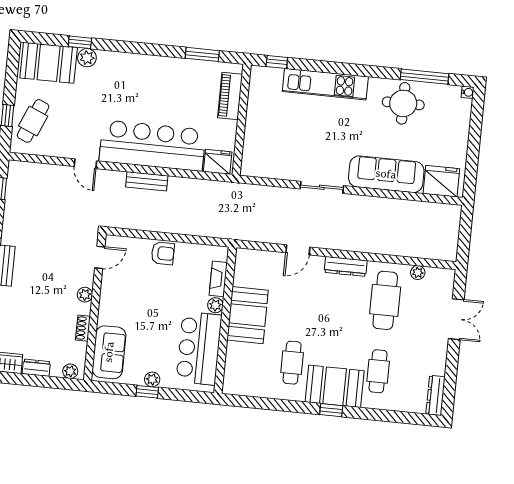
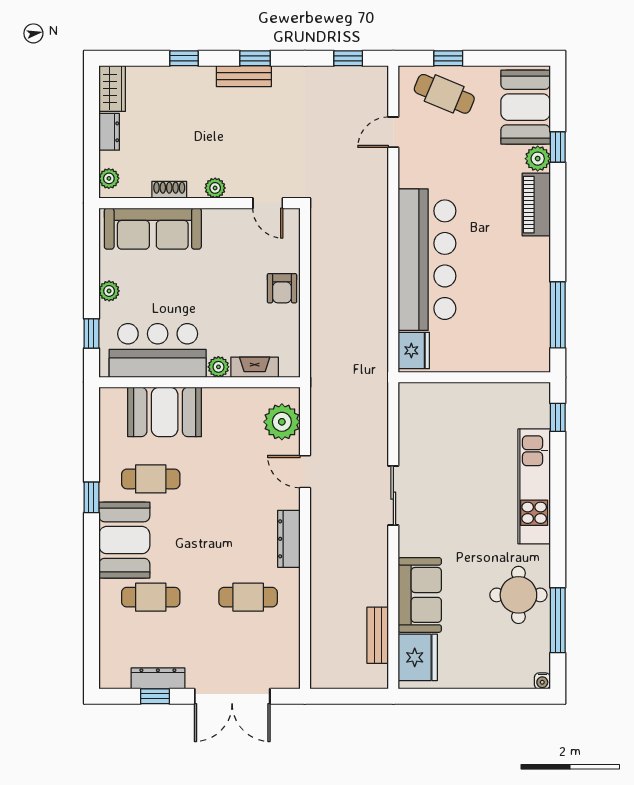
window: (202, 54) -> (558, 315), width x1.44
piano: (230, 96) -> (536, 205), moved, turned -90
door: (85, 164) -> (393, 132), moved
sofa: (386, 174) -> (420, 595), width x0.73
bench: (147, 181) -> (378, 635), moved
plant: (418, 273) -> (282, 422), moved, width x1.88, depth x1.88
cafe table: (385, 300) -> (248, 597), width x0.73, depth x0.74
booth: (248, 315) -> (165, 412), moved
double door: (456, 319) -> (232, 696), width x1.37
sofa: (109, 352) -> (153, 229), width x1.36
window: (451, 375) -> (155, 696), added
window: (147, 392) -> (91, 333), moved
dresser: (435, 395) -> (158, 678), moved
window: (331, 410) -> (91, 497), moved

